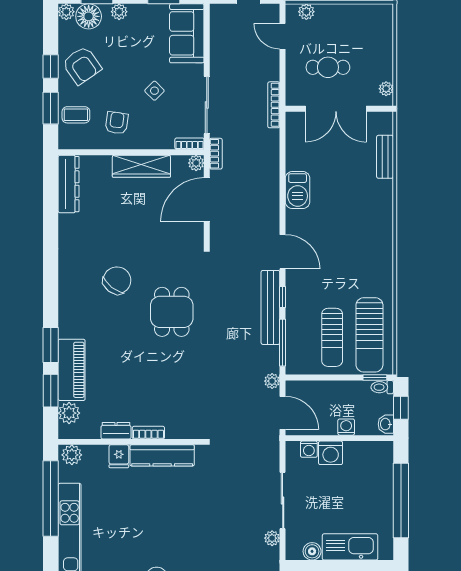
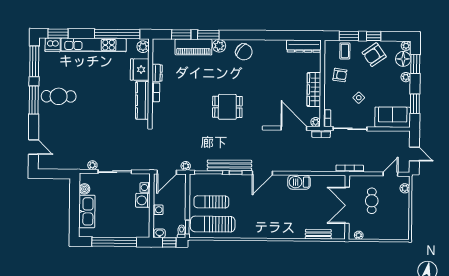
chair: (117, 280) -> (244, 52), moved
plant: (69, 413) -> (219, 46), moved
fridge: (119, 456) -> (140, 70), width x1.88, depth x1.34

